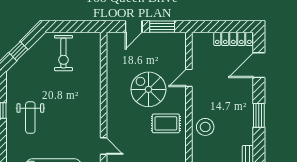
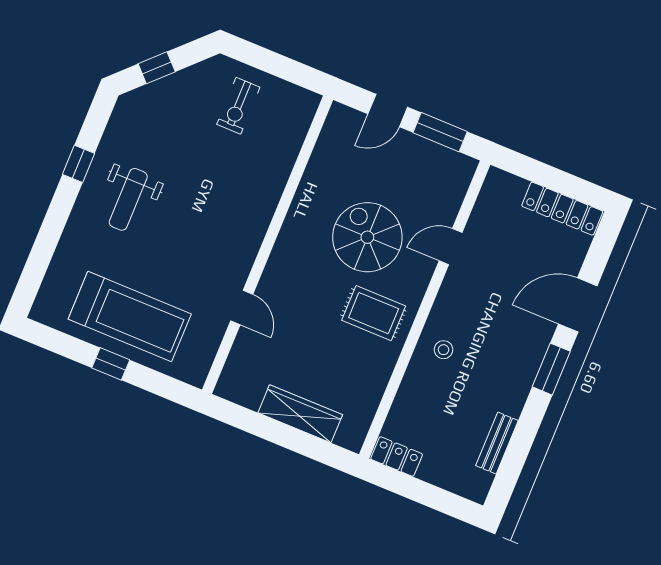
exercise bike: (63, 53) -> (238, 106), width x0.73, depth x0.72
door: (259, 65) -> (578, 305), moved
stool: (205, 127) -> (443, 350), width x0.53, depth x0.53

